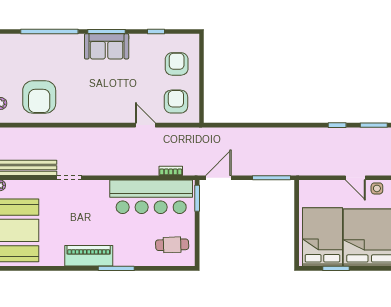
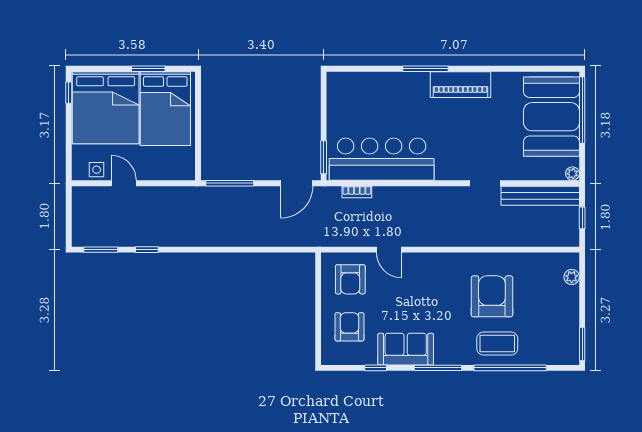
sofa: (107, 46) -> (406, 349), moved
coffee table: (60, 51) -> (497, 343), added
armchair: (177, 64) -> (350, 327), turned 180
armchair: (39, 97) -> (492, 296), moved
cafe table: (172, 245) -> (355, 99), removed

